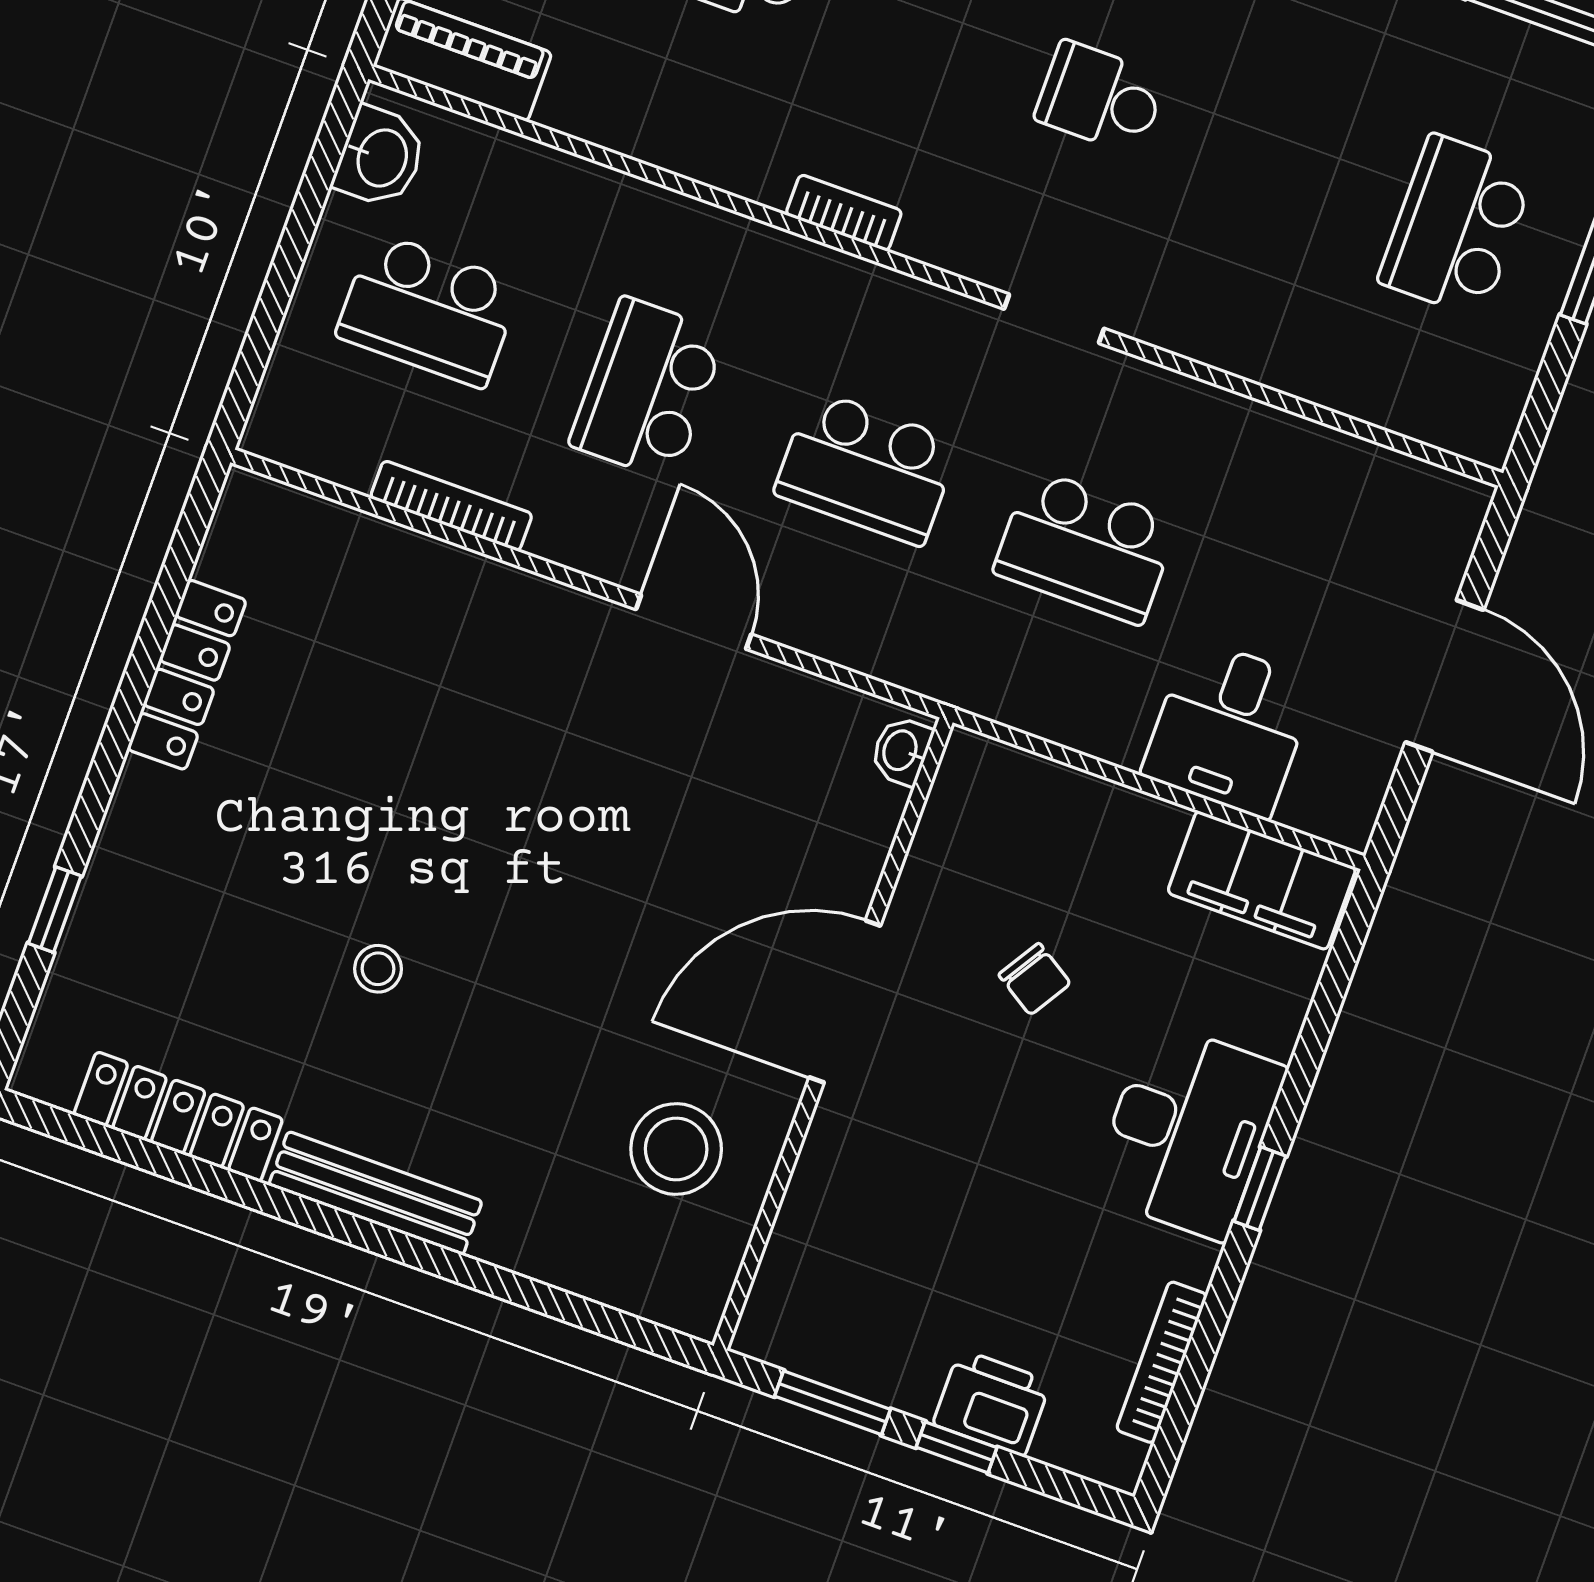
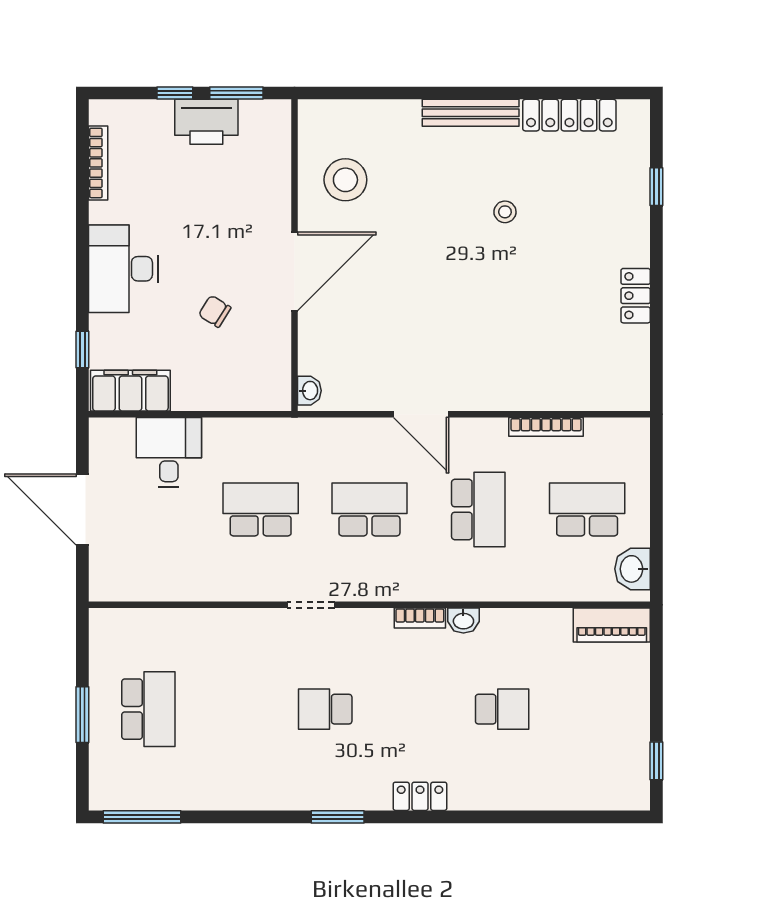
school desk: (1100, 98) -> (325, 709), turned 180
washbasin: (758, 176) -> (463, 620), added
locker: (187, 675) -> (636, 296), width x0.66
window: (1260, 1189) -> (82, 349), moved
printer: (992, 1403) -> (206, 122), moved, width x1.37, depth x1.19

